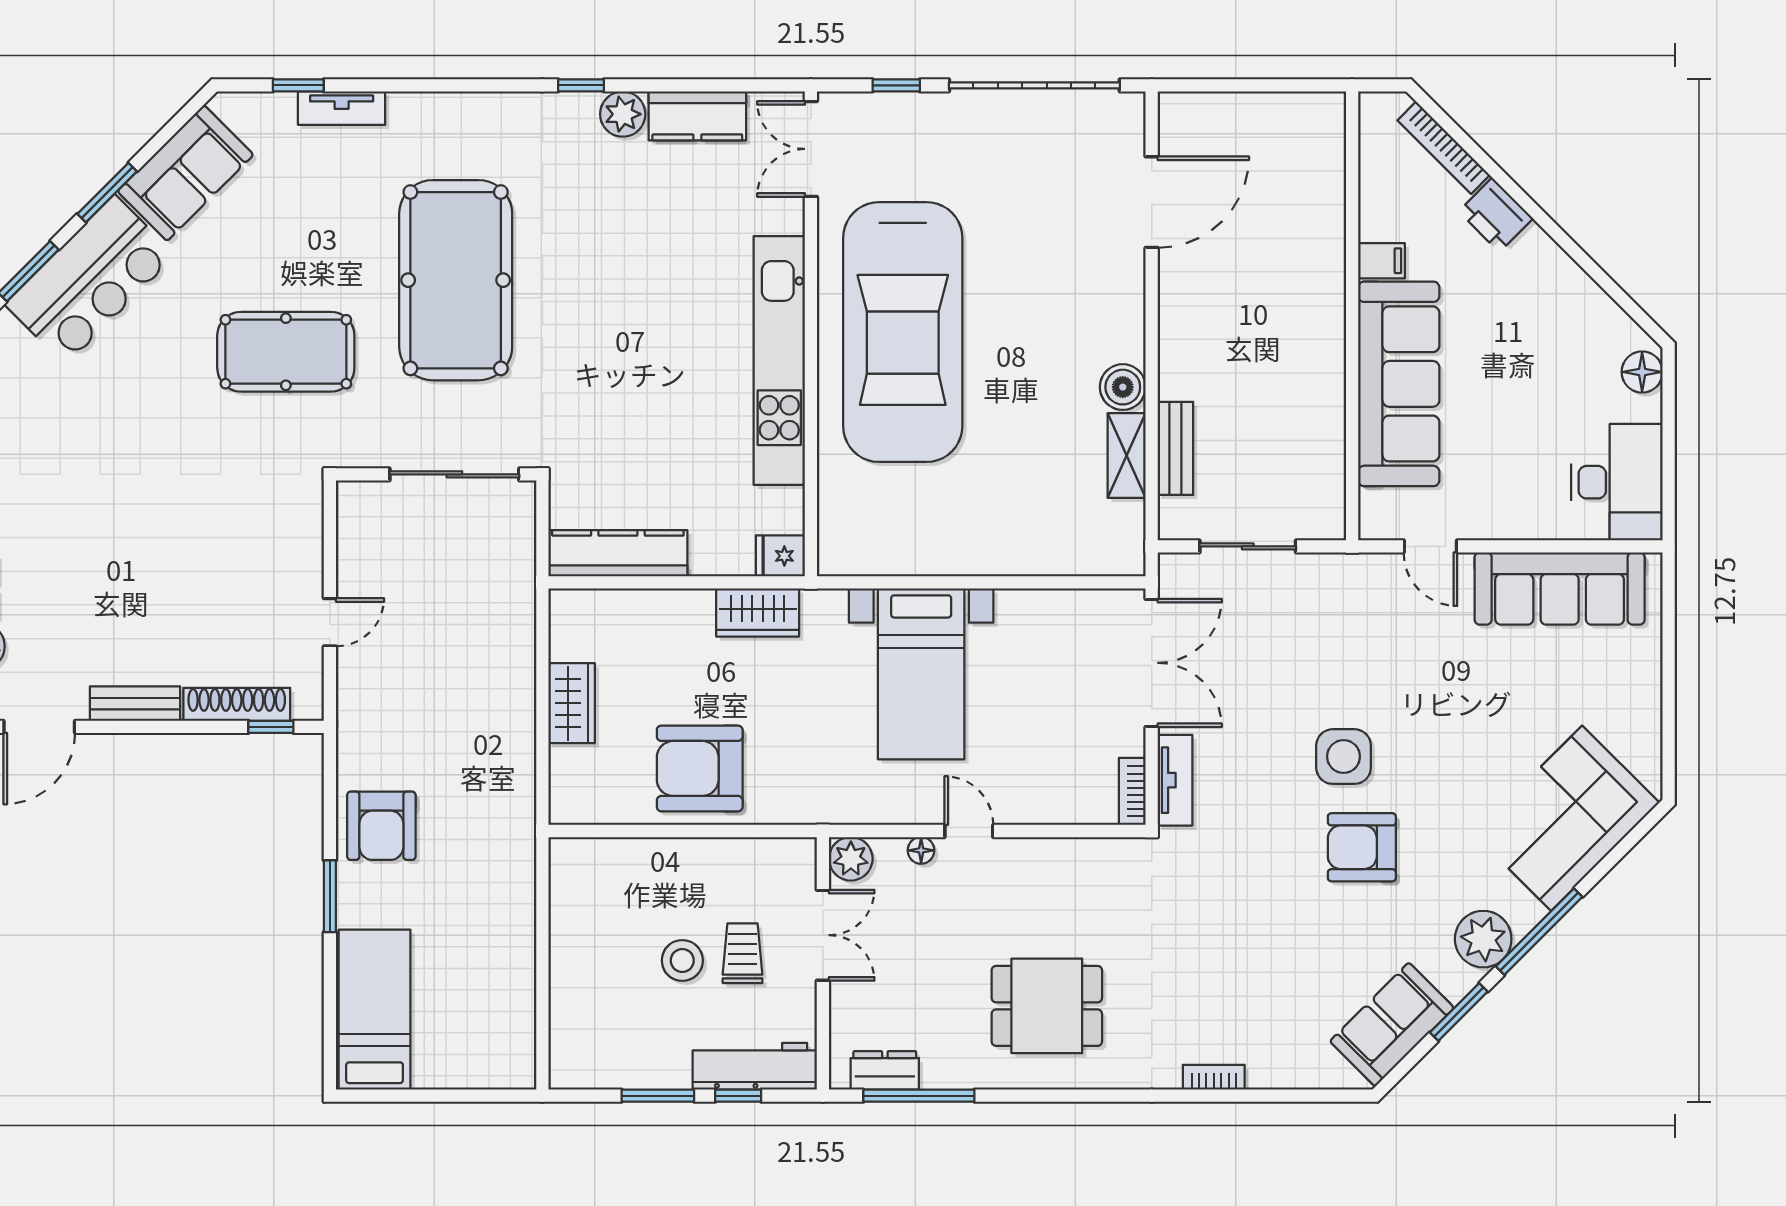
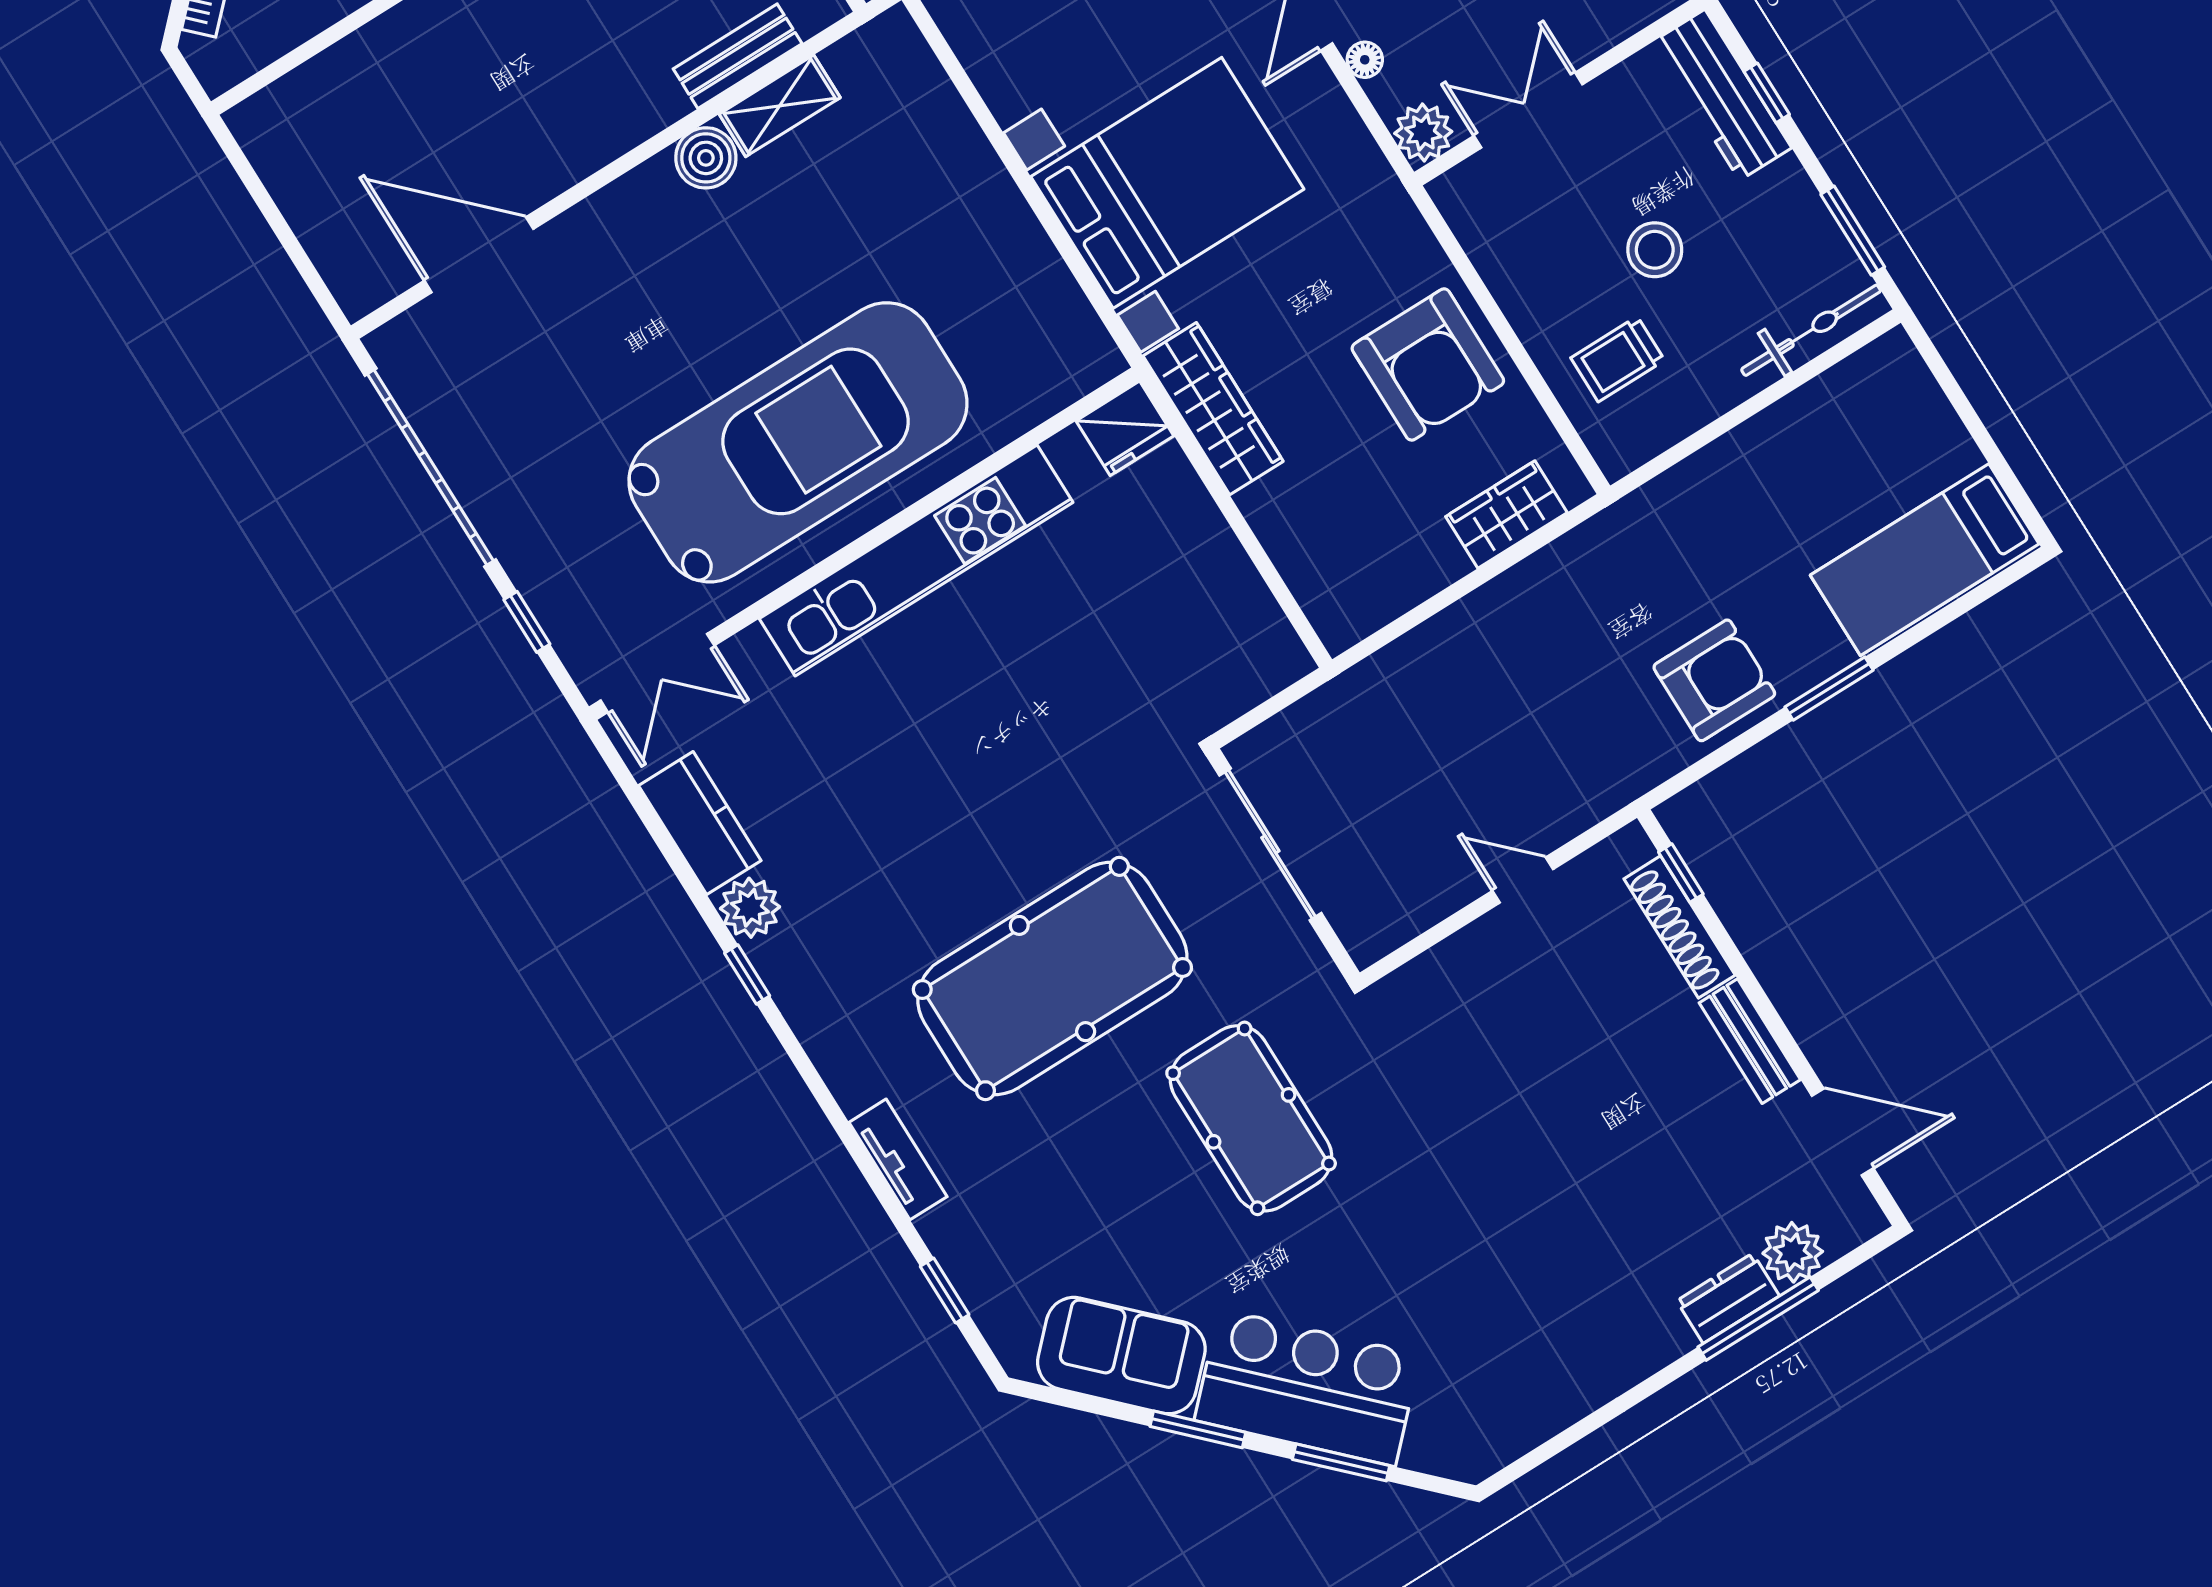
tv unit: (342, 108) -> (898, 1159), moved
kitchen counter: (618, 553) -> (1244, 606), removed
fridge: (780, 556) -> (1125, 428), width x1.38
wardrobe: (758, 613) -> (1213, 409), width x1.50
bed with nightstands: (921, 674) -> (1167, 183), width x1.36
wardrobe: (572, 703) -> (1506, 515), moved
trolley: (742, 953) -> (1618, 359), moved
bicycle: (568, 1029) -> (1811, 330), added
window: (658, 1096) -> (1853, 231), moved

